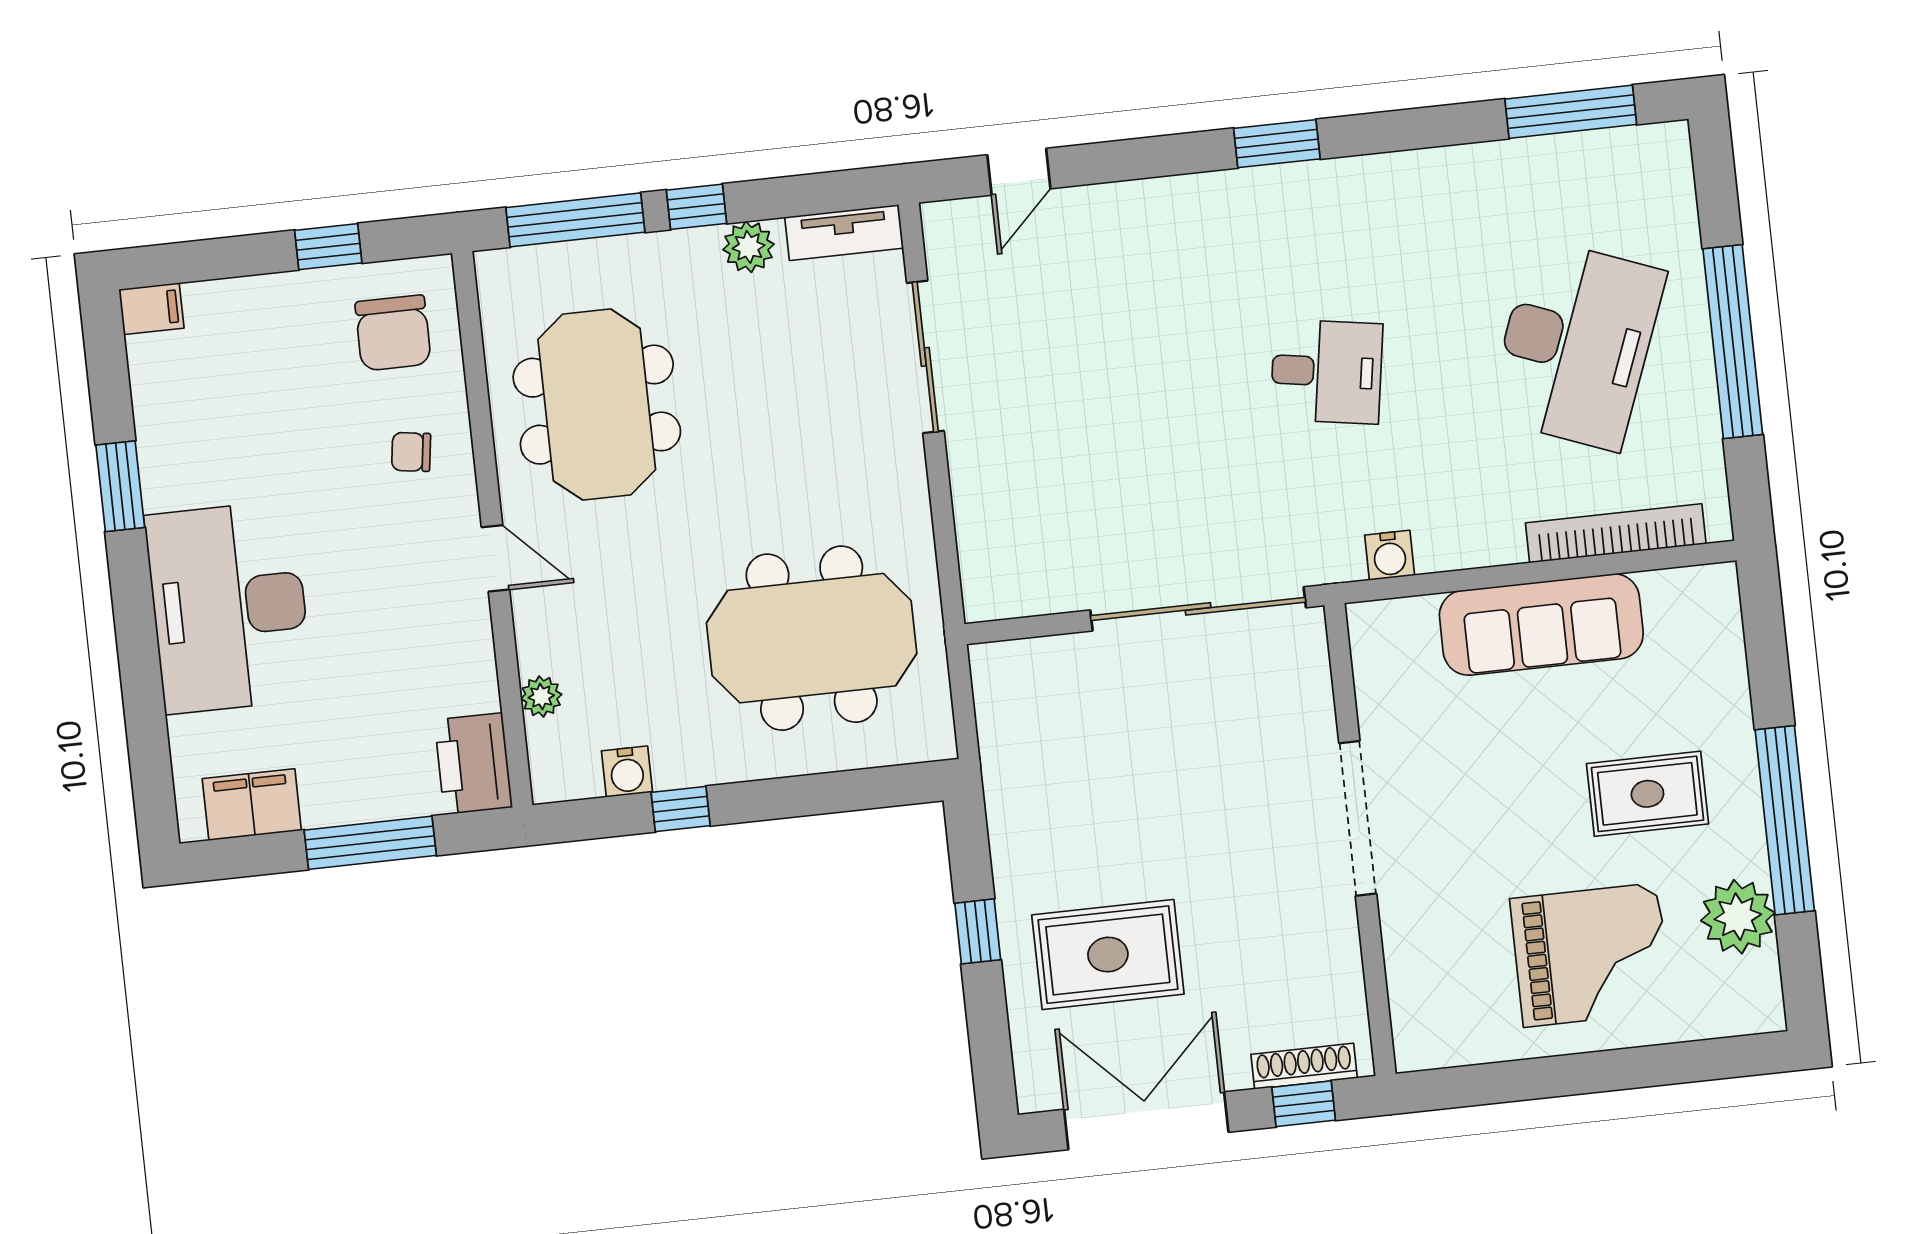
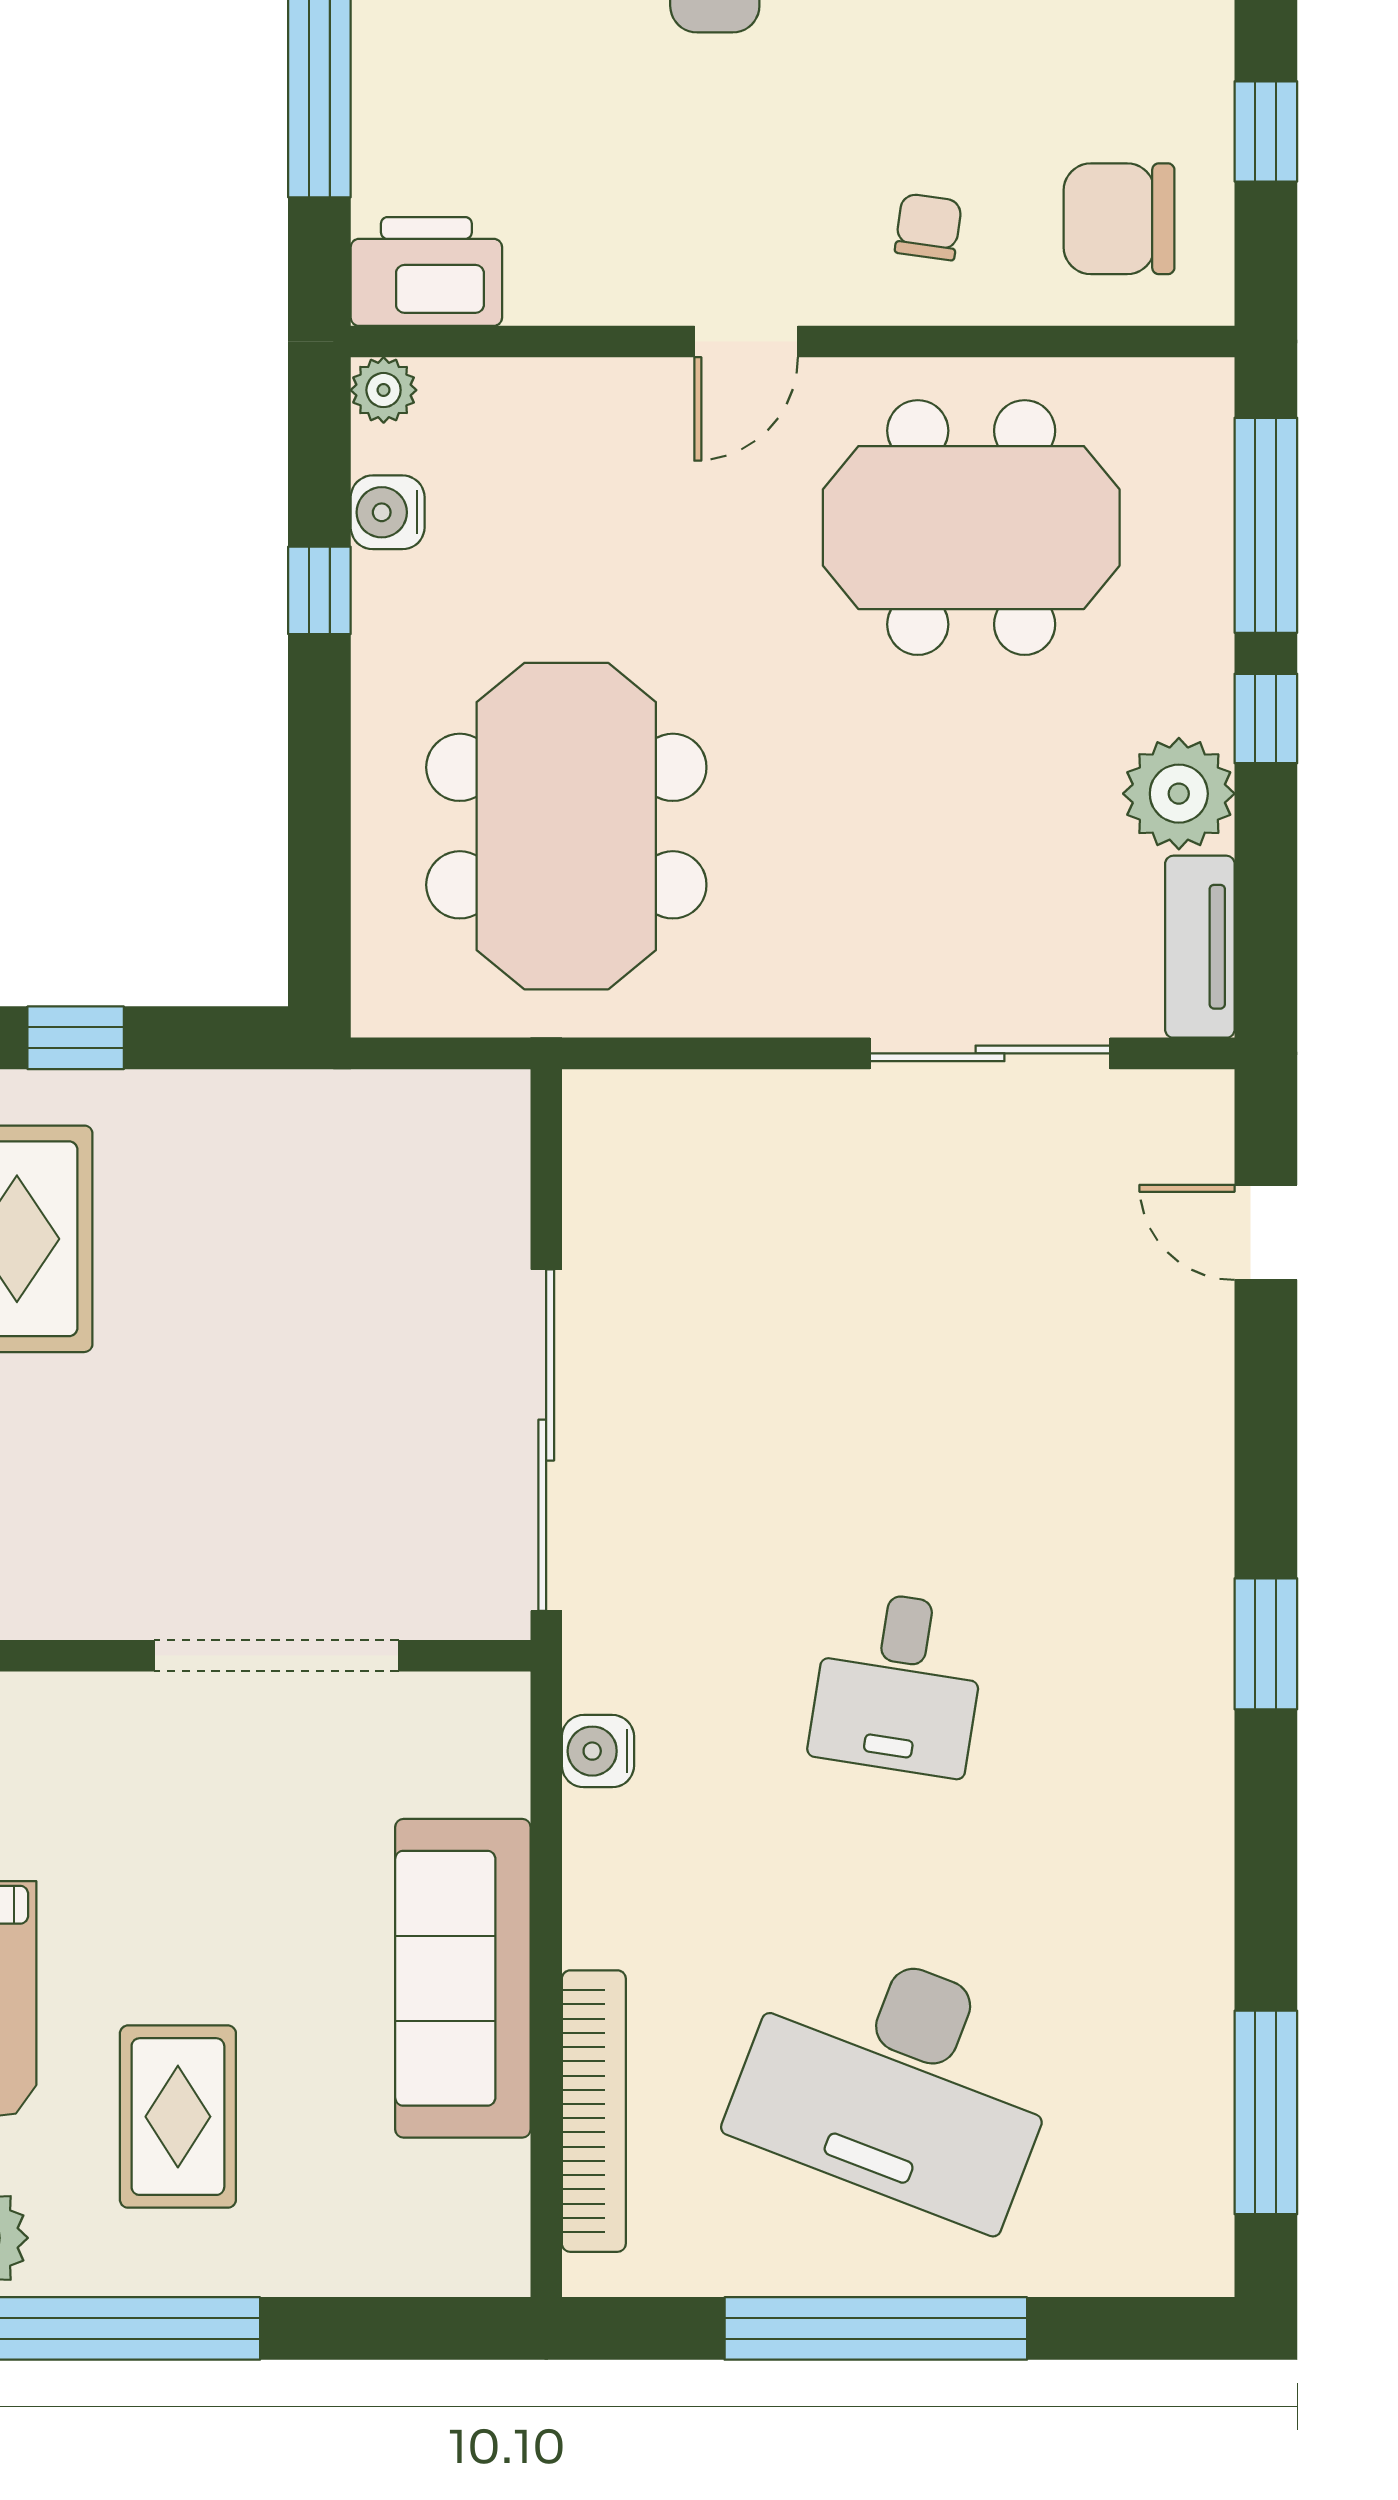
plant: (749, 247) -> (1179, 794), width x1.36, depth x1.36
plant: (541, 696) -> (384, 390), moved
doorway: (1358, 818) -> (277, 1656), moved

